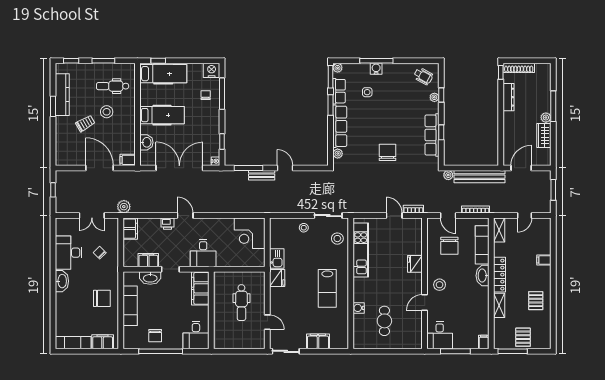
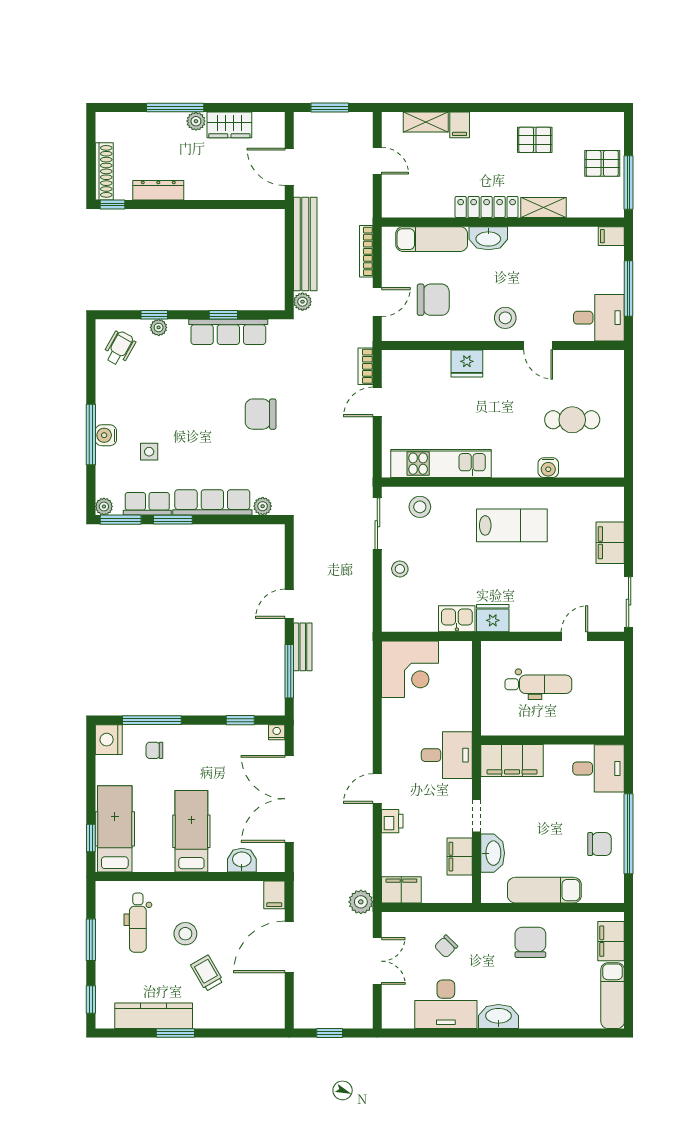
shelving: (499, 230) -> (426, 122), moved

